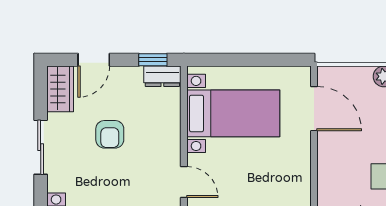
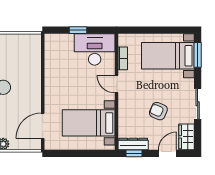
dresser: (162, 76) -> (133, 144), width x1.44
door: (314, 109) -> (43, 126), hinge flipped
armchair: (110, 134) -> (158, 111), turned -67

